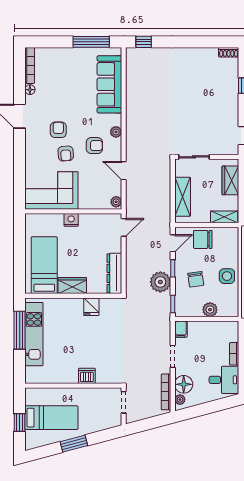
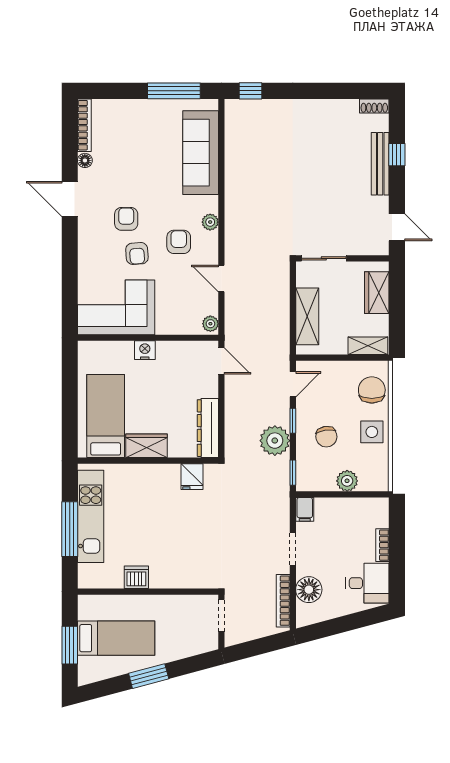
bench: (233, 92) -> (380, 164), added
armchair: (94, 146) -> (179, 242), turned -90
door: (124, 227) -> (221, 361), hinge flipped
chair: (203, 239) -> (372, 390), moved, turned 90
fridge: (91, 307) -> (192, 477), moved
window: (20, 330) -> (70, 529), moved
dishwasher: (87, 376) -> (136, 577), moved
plant: (180, 400) -> (303, 612), removed
window: (20, 422) -> (70, 645), width x1.50

